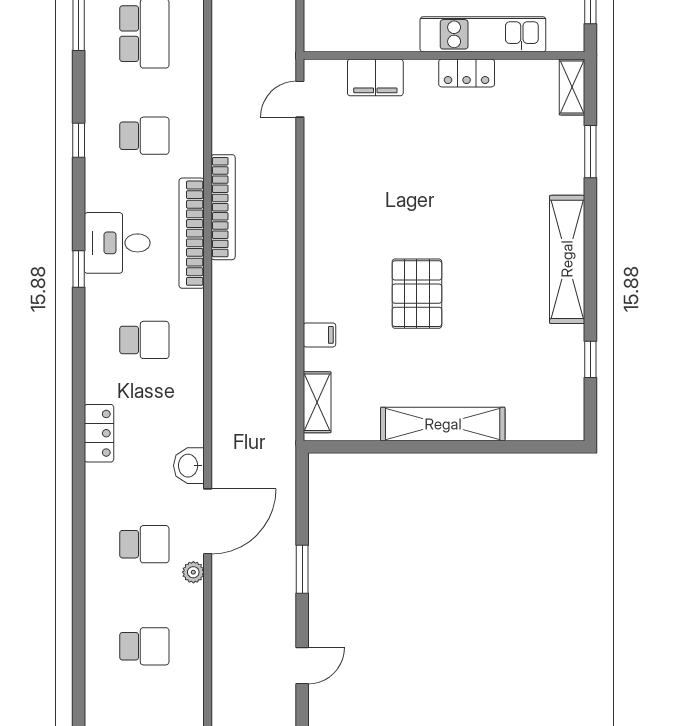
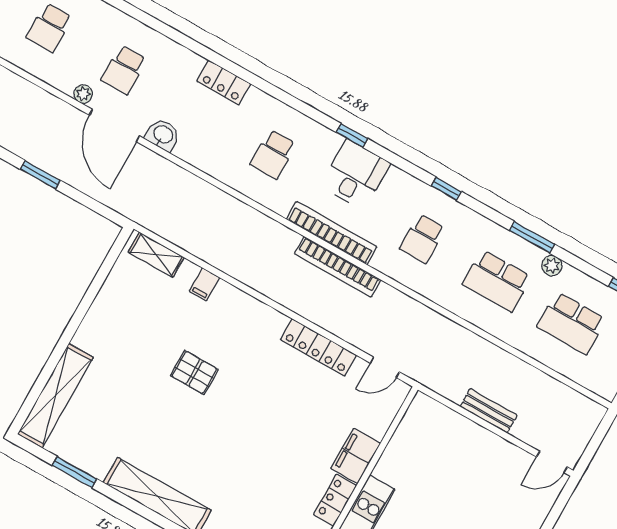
filing cabinet: (375, 77) -> (356, 456), moved
door: (300, 99) -> (385, 367), swing flipped
locker: (318, 180) -> (318, 347), added
pallet: (417, 294) -> (194, 373), width x0.67, depth x0.71
window: (590, 359) -> (75, 472), width x1.50
shelving: (443, 424) -> (55, 396), moved

